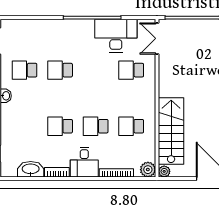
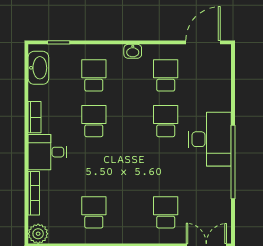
desk: (116, 36) -> (210, 139), moved
school desk: (96, 126) -> (94, 75), moved
washbasin: (31, 169) -> (38, 68), moved

